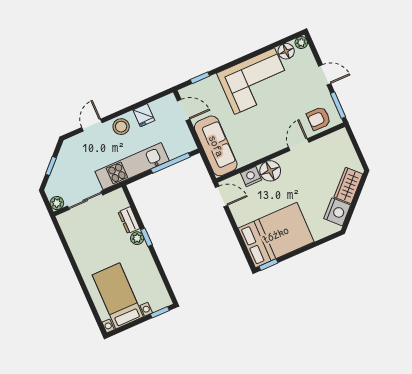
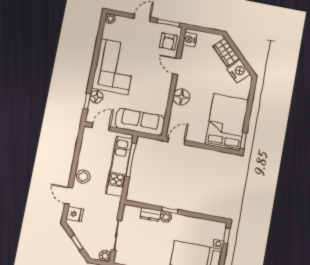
floor lamp: (286, 51) -> (96, 97), moved
fridge: (144, 115) -> (75, 214), moved
kitchen unit: (132, 166) -> (119, 166), moved
nightstand: (251, 176) -> (190, 39), moved

